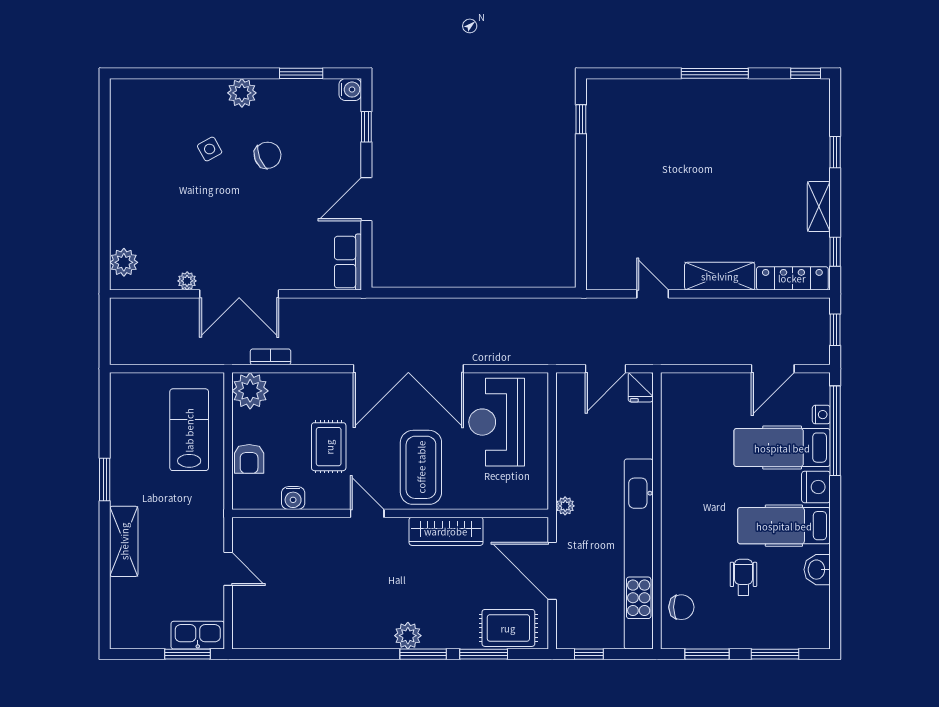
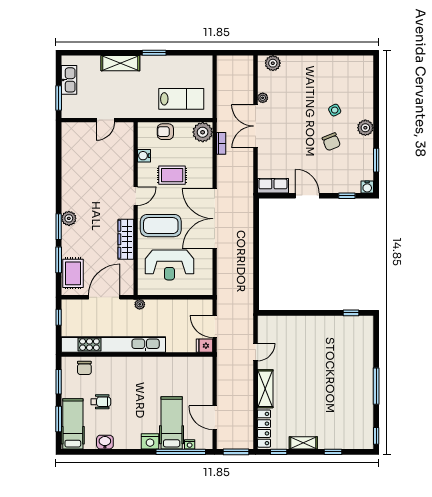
window: (835, 330) -> (236, 452), width x1.50
reception desk: (497, 422) -> (169, 265), moved, turned 180
hospital bed: (784, 526) -> (73, 424), moved
kitchen sink: (198, 635) -> (69, 80), moved

